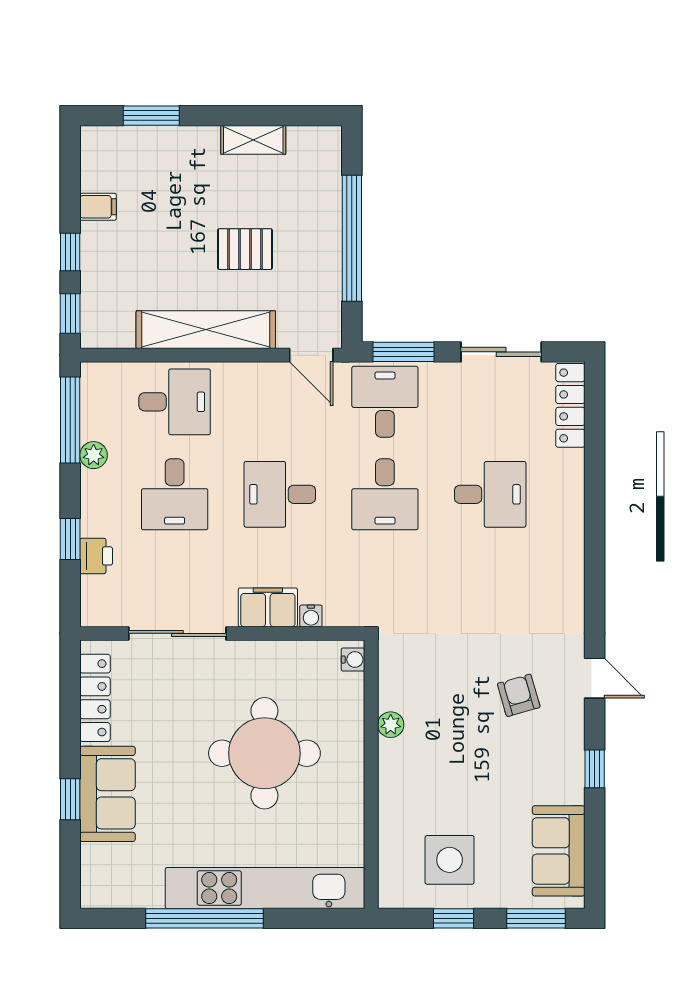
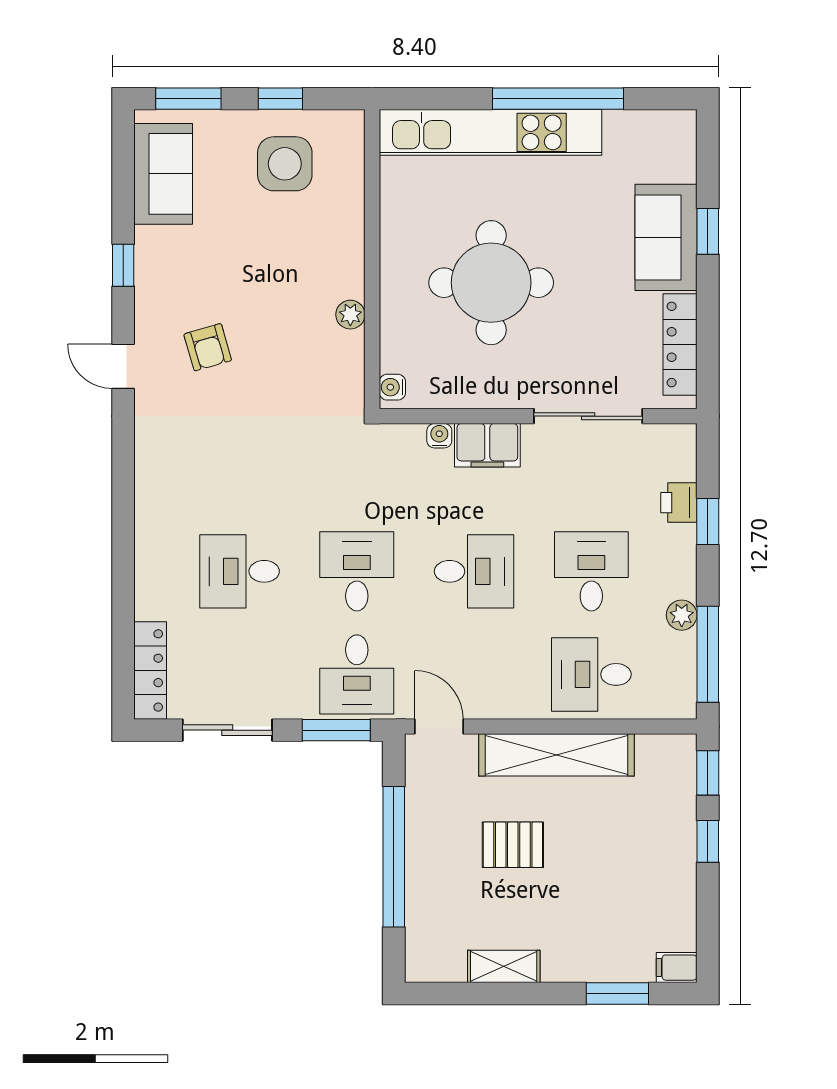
filing cabinet: (98, 207) -> (677, 968), moved

